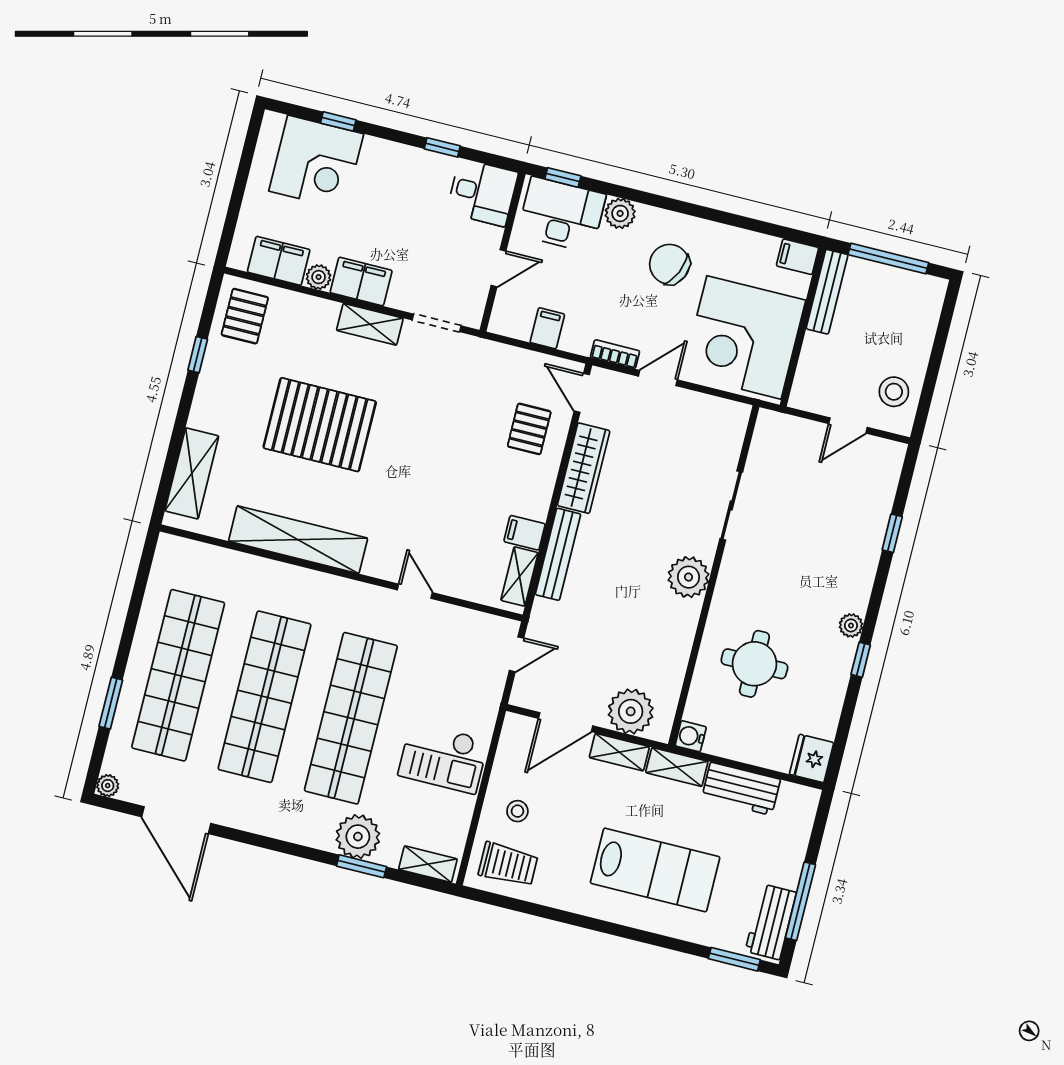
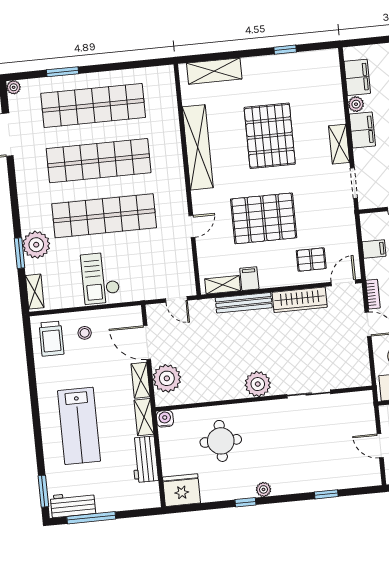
pallet: (245, 316) -> (264, 218), moved, width x2.05, depth x2.00
fridge: (812, 759) -> (181, 490), width x1.36, depth x1.34

